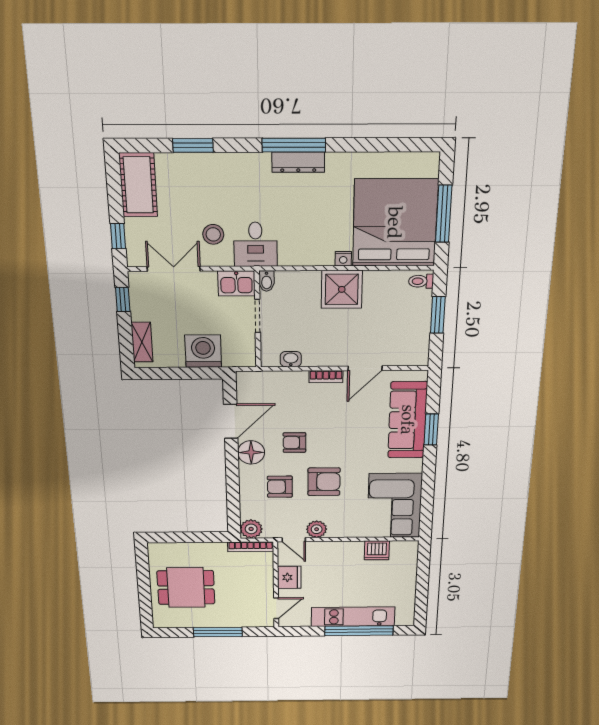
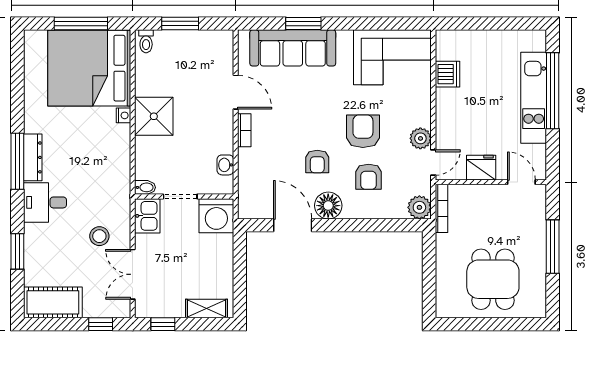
desk: (255, 244) -> (45, 202), moved, turned 180
washing machine: (203, 351) -> (216, 216), moved, turned -90

